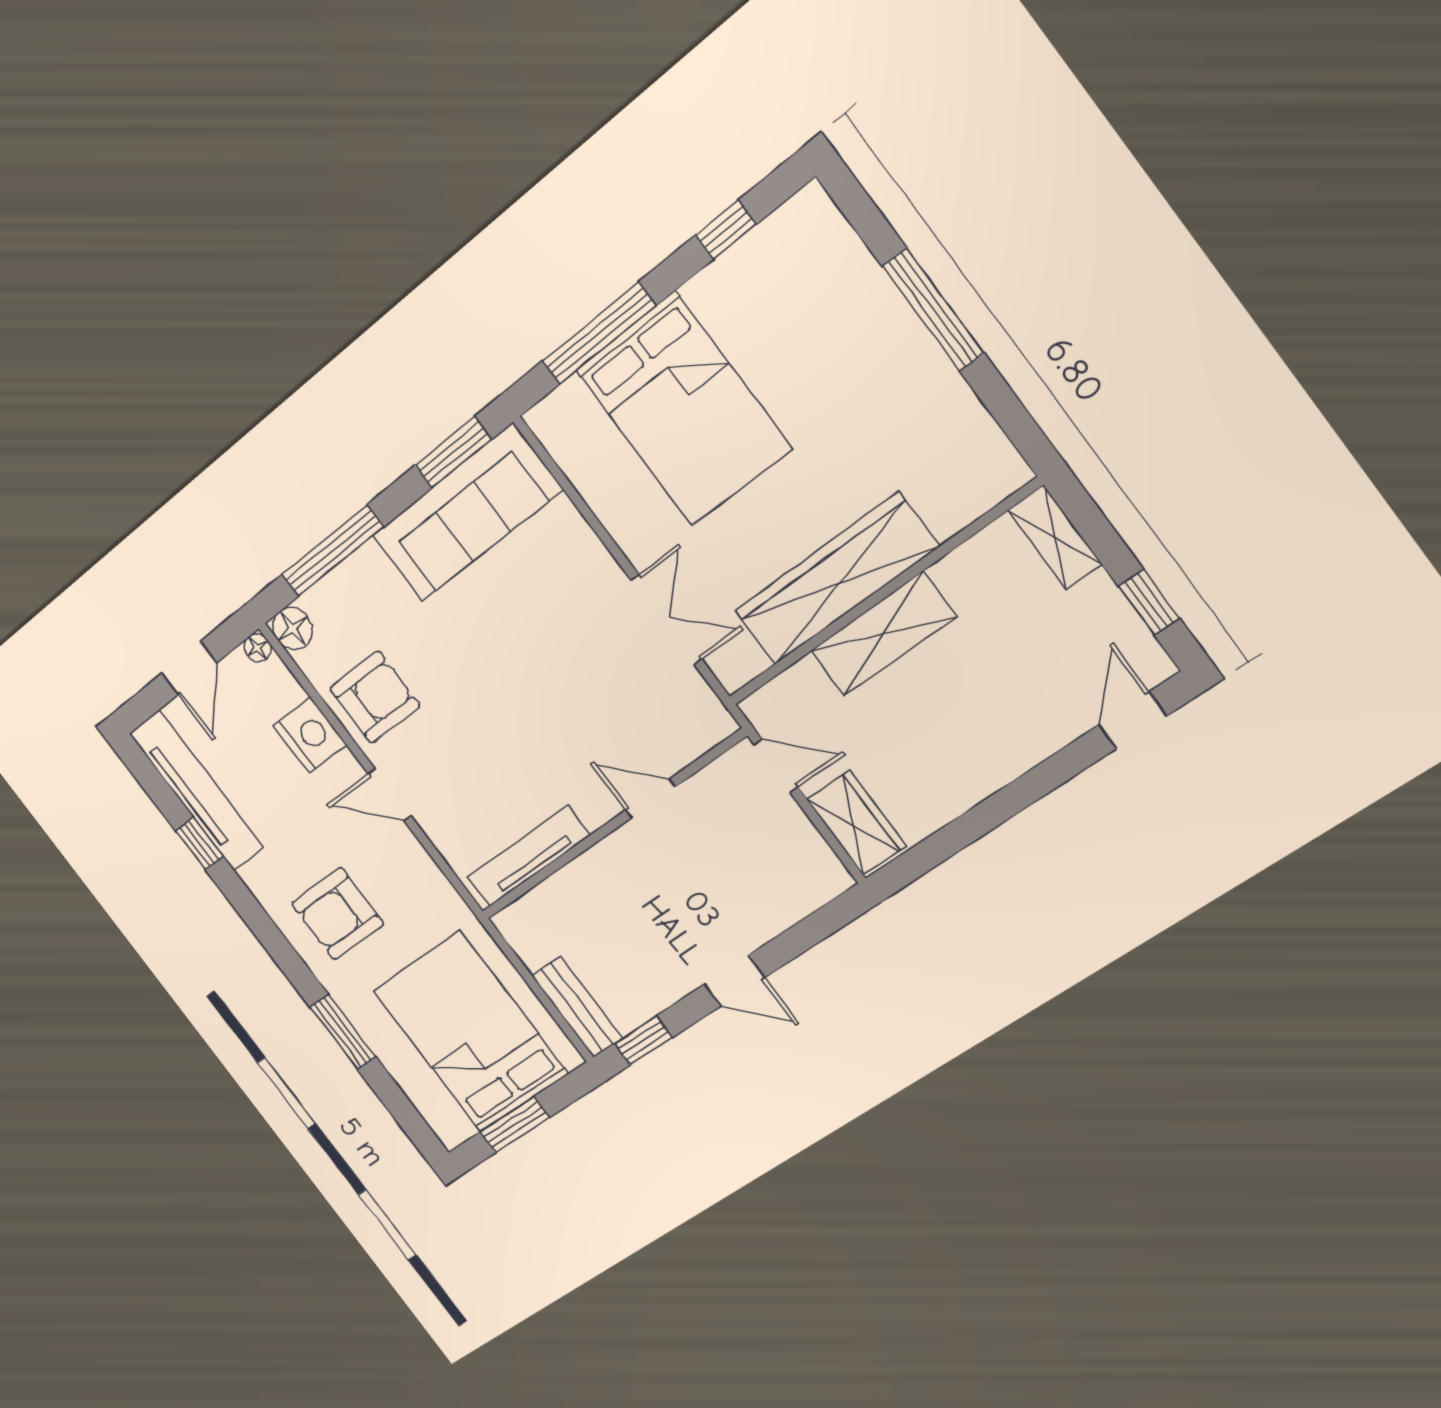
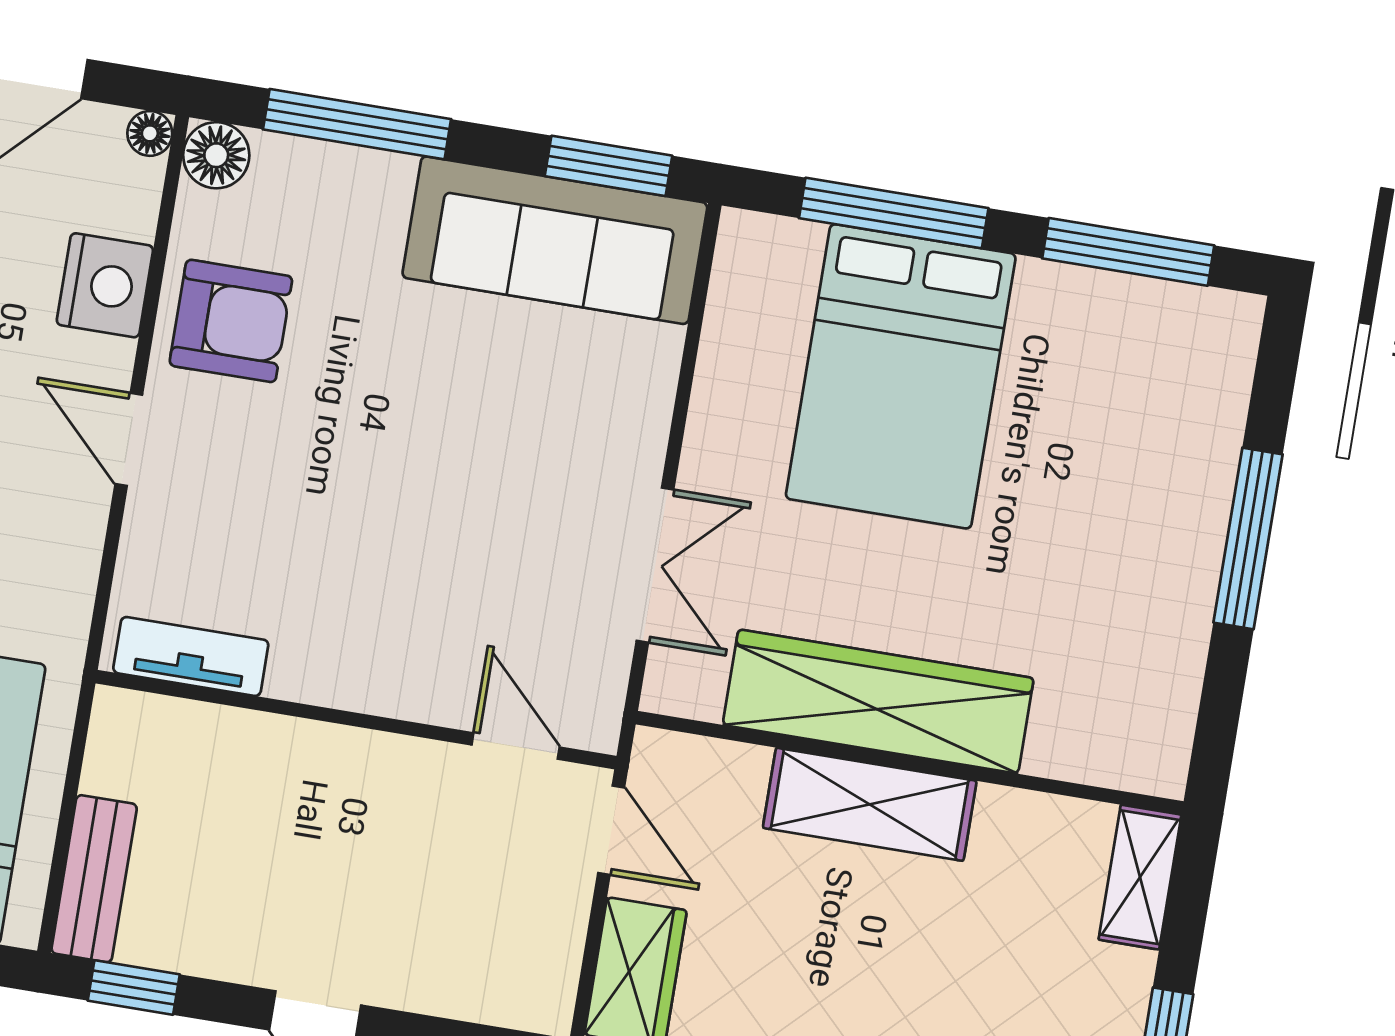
window: (726, 230) -> (1128, 252), width x2.17
door: (650, 799) -> (516, 746), moved
tv unit: (528, 856) -> (191, 656), width x0.71

